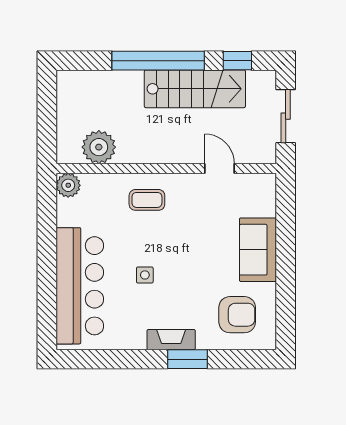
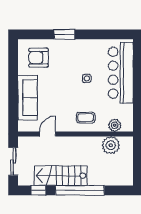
door: (220, 169) -> (48, 134), swing flipped
plant: (68, 185) -> (115, 125), moved
sofa: (258, 250) -> (28, 98), width x1.36
fireplace: (171, 340) -> (73, 45), removed

